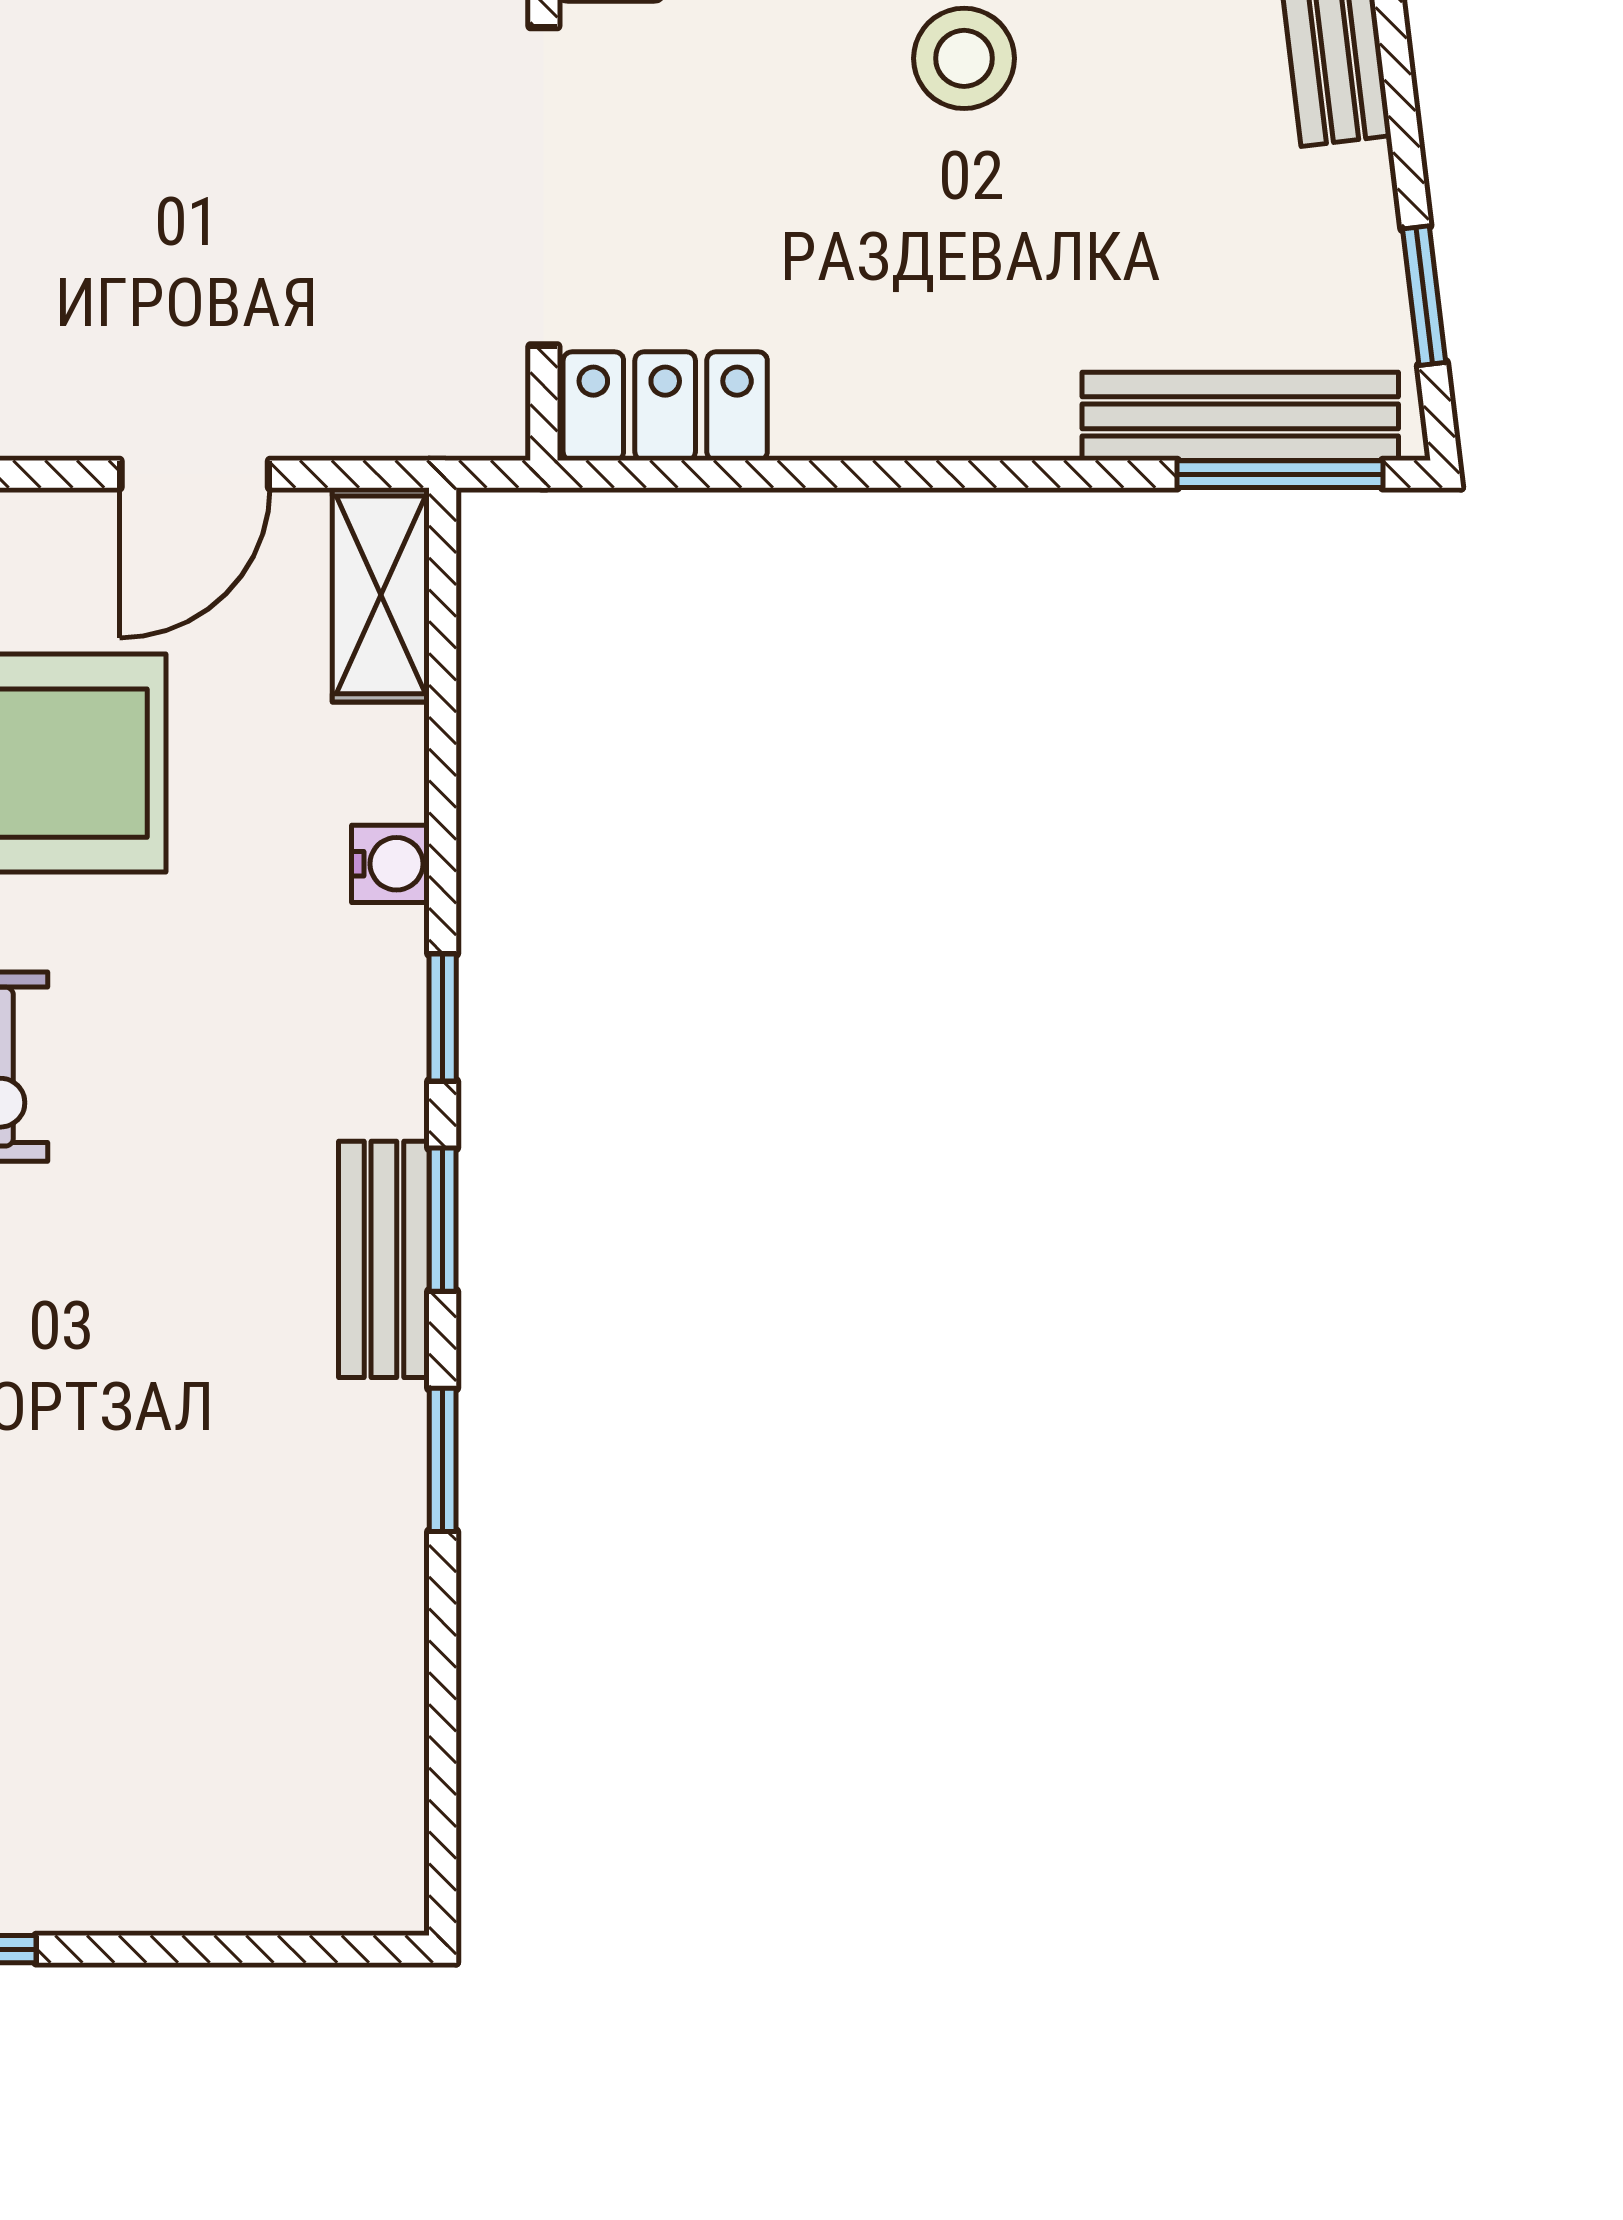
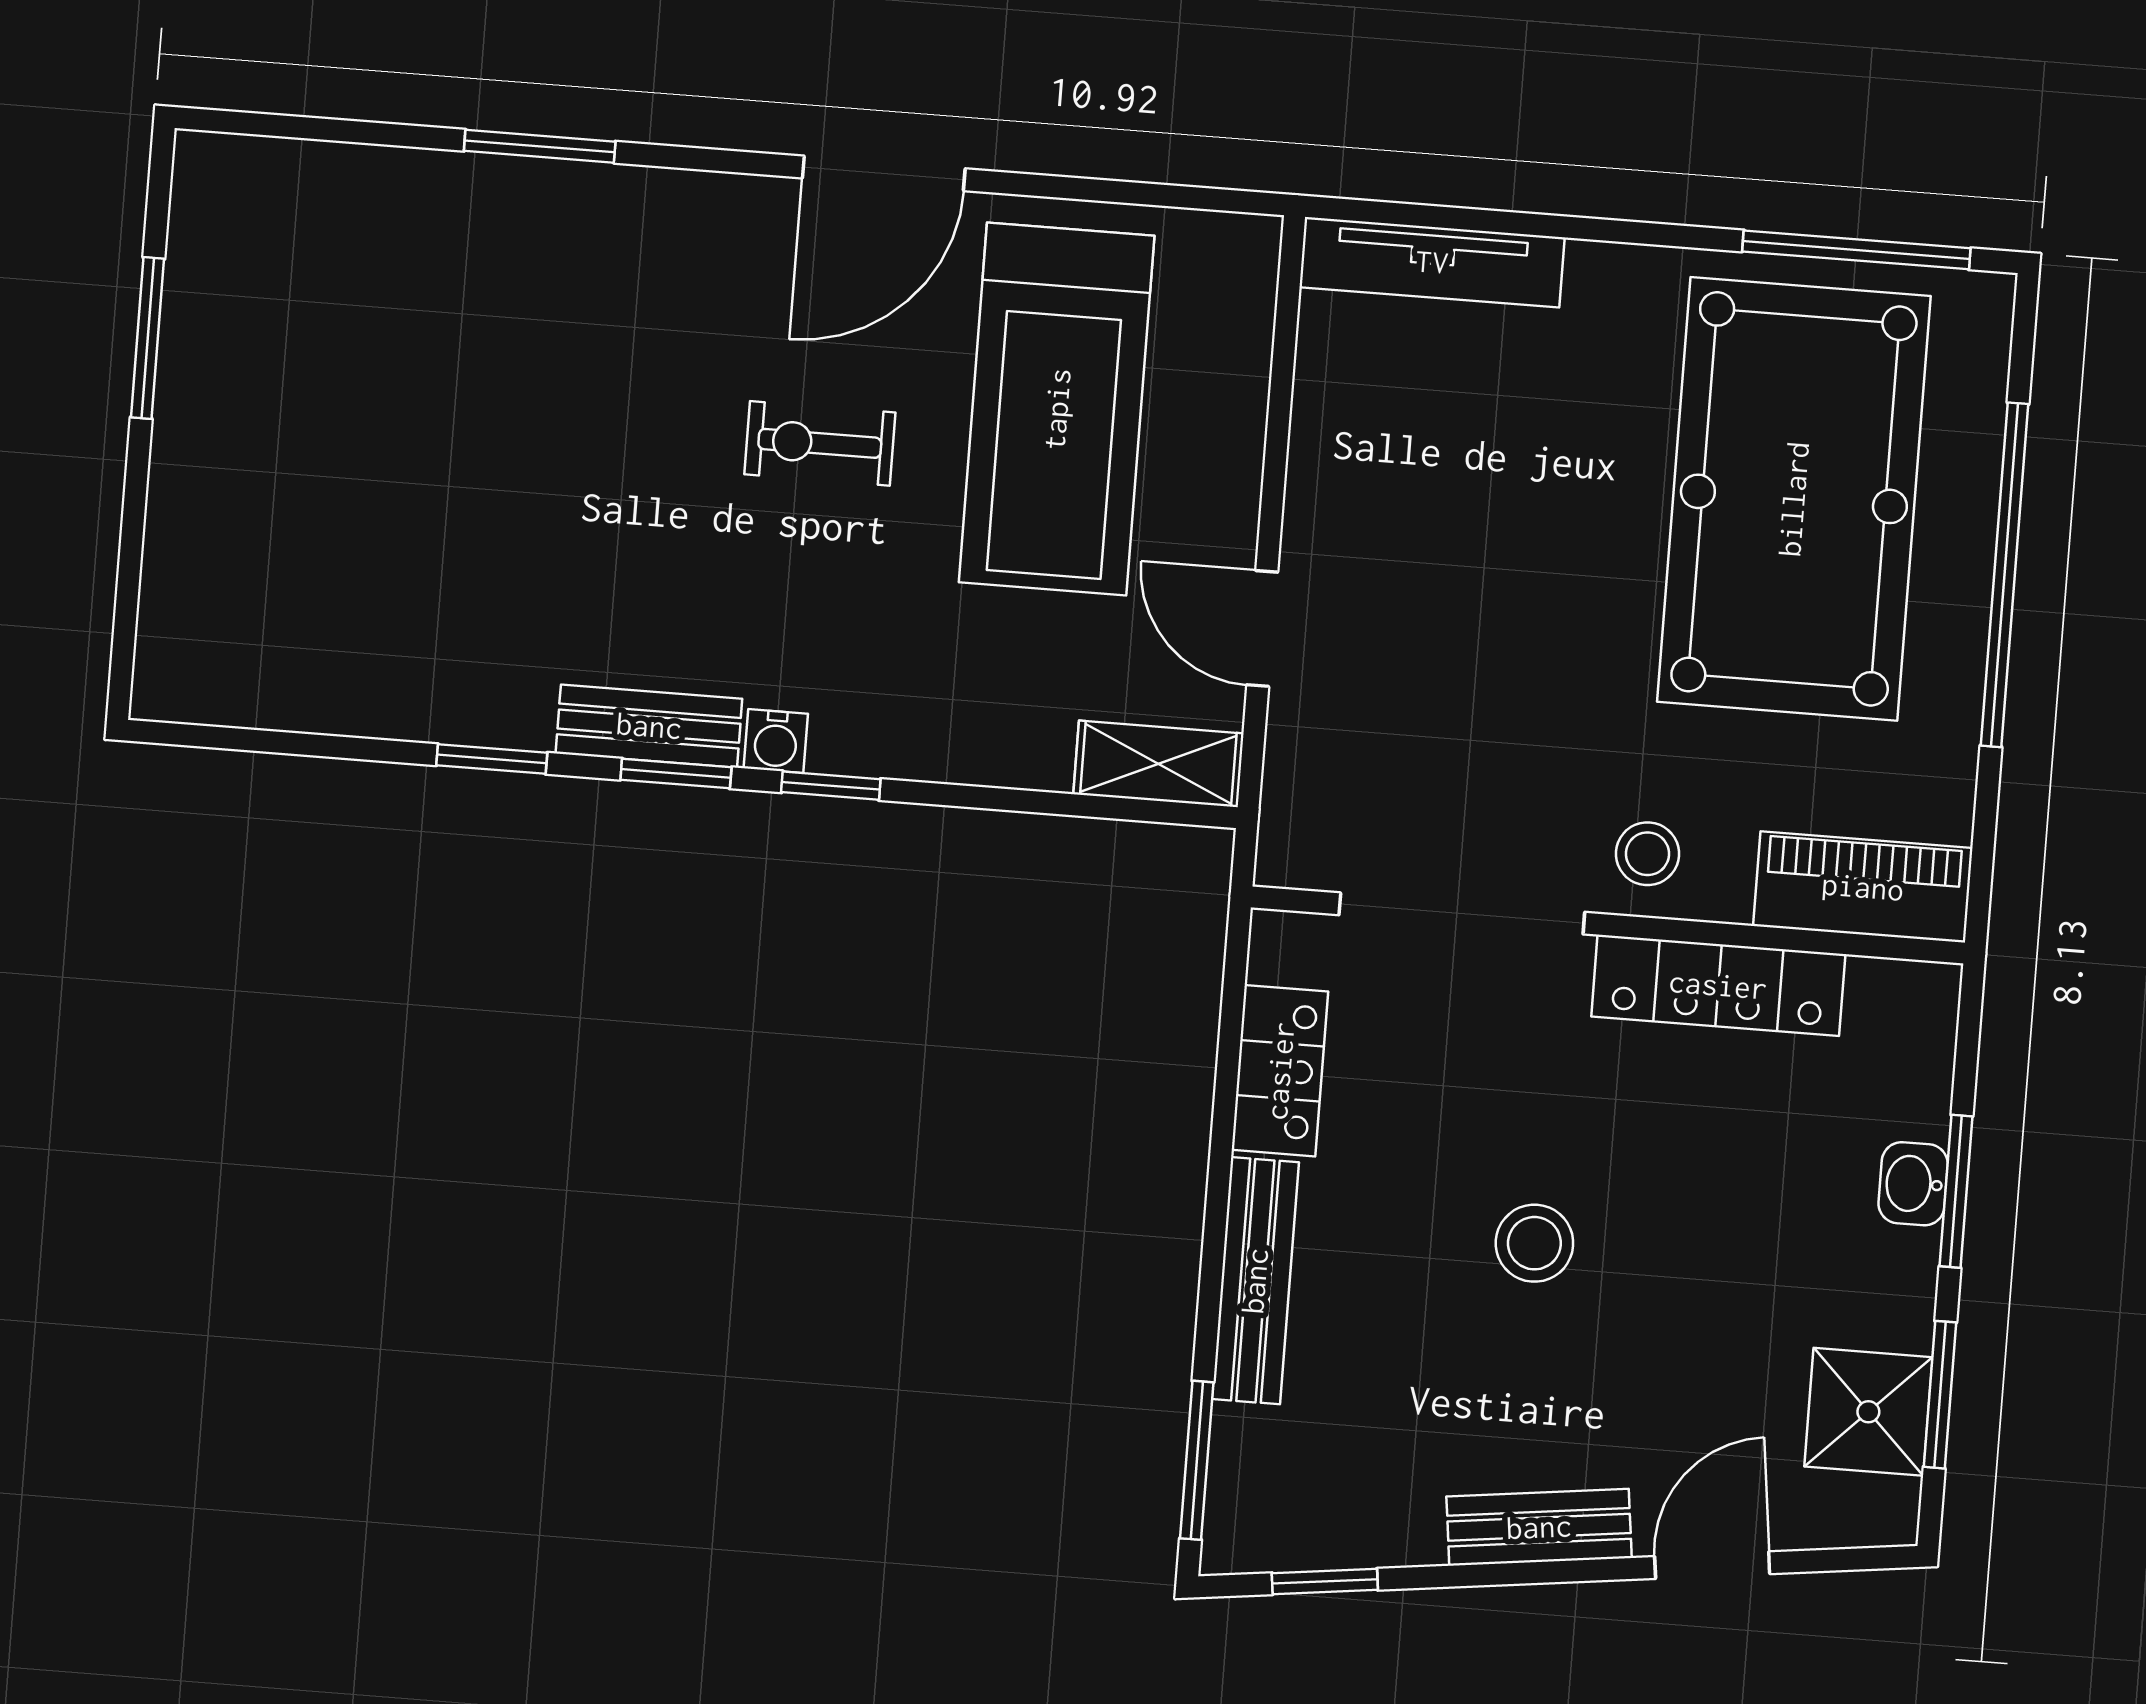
locker: (665, 406) -> (1280, 1071), moved
bench: (1240, 416) -> (1255, 1281), moved
water cooler: (390, 864) -> (776, 741), moved

